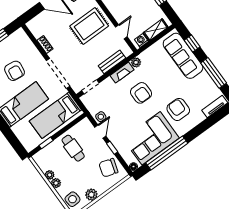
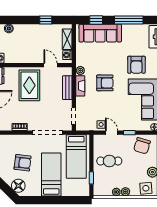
armchair: (178, 109) -> (136, 65), turned -90

